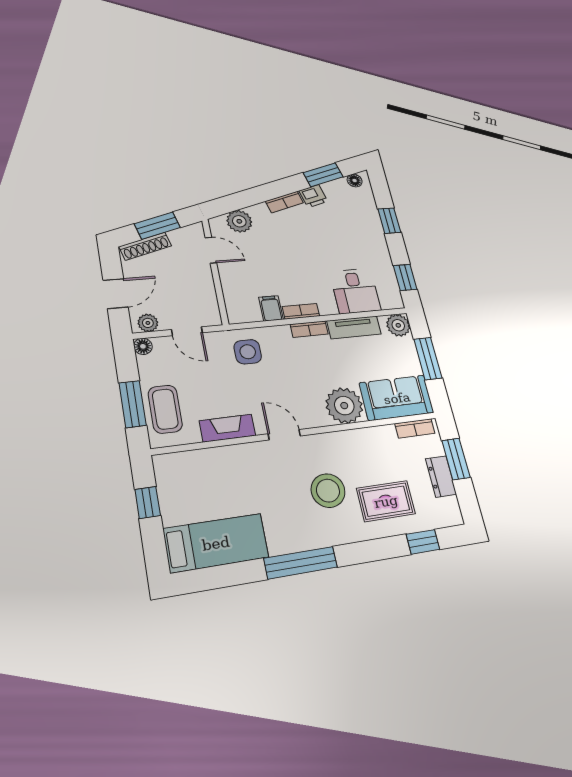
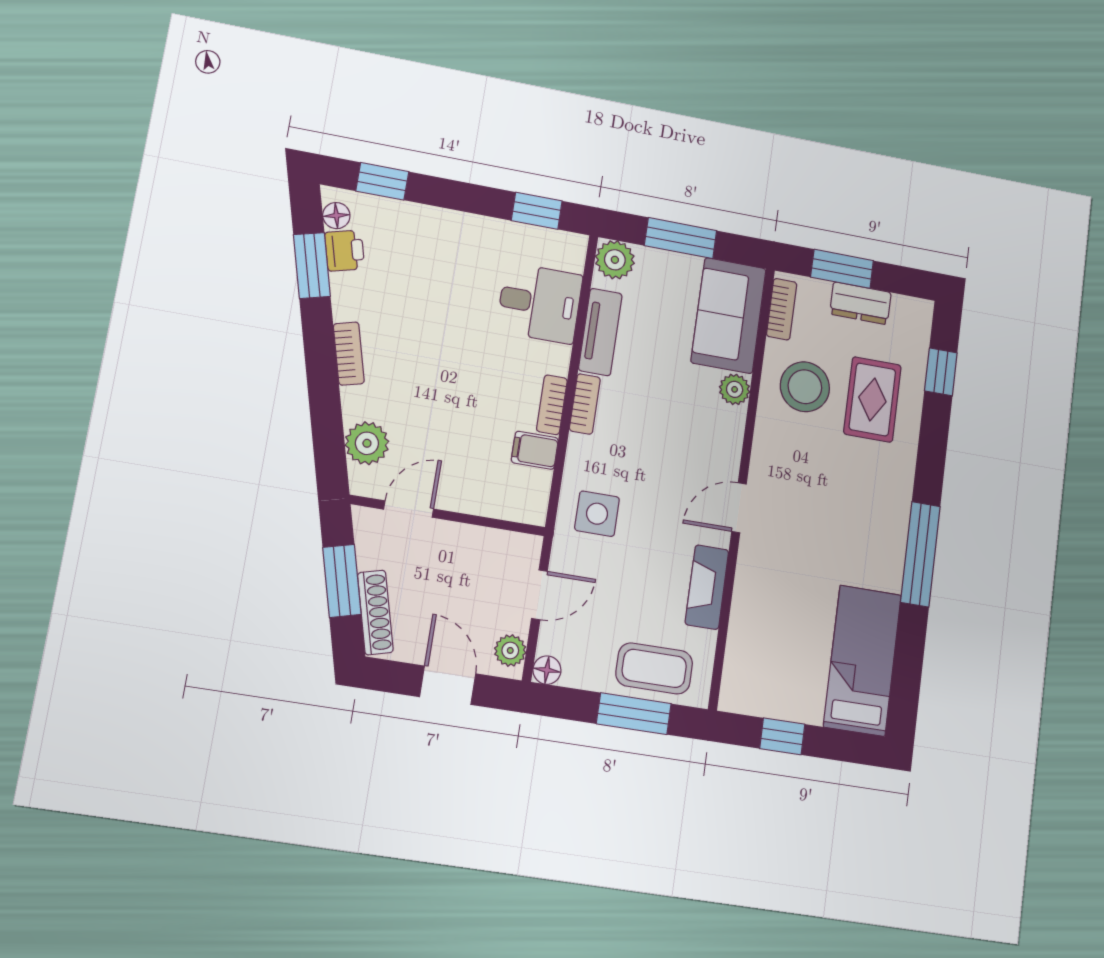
printer: (313, 196) -> (345, 251), moved
window: (389, 221) -> (382, 181), moved
plant: (344, 406) -> (735, 389), width x0.53, depth x0.53
stool: (328, 491) -> (805, 387), moved

